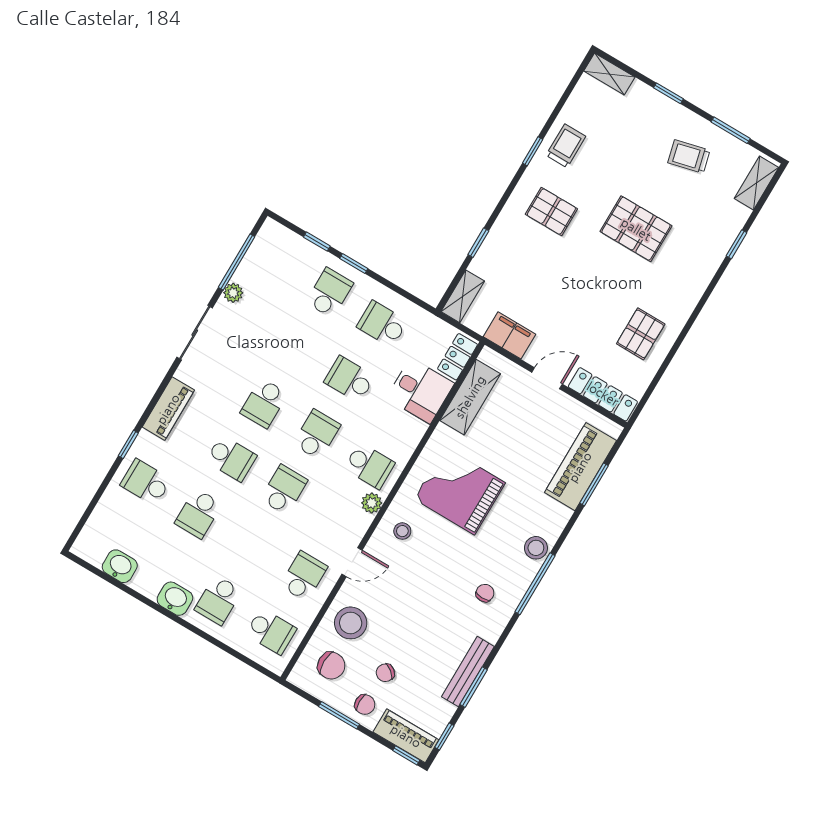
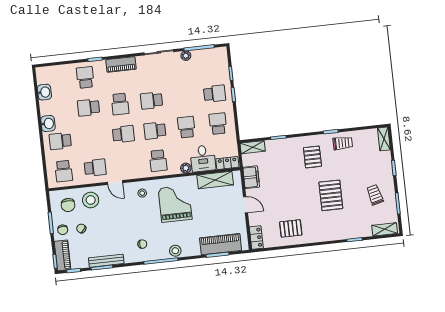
locker: (603, 394) -> (256, 238), width x0.66
school desk: (317, 434) -> (155, 131), turned 180
plant: (372, 503) -> (186, 168), moved

